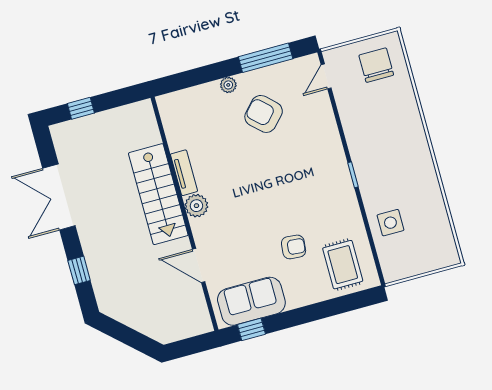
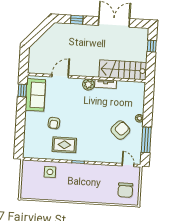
chair: (376, 65) -> (125, 190), turned 90
stairs: (158, 194) -> (123, 70), moved
rug: (343, 265) -> (64, 145), moved

